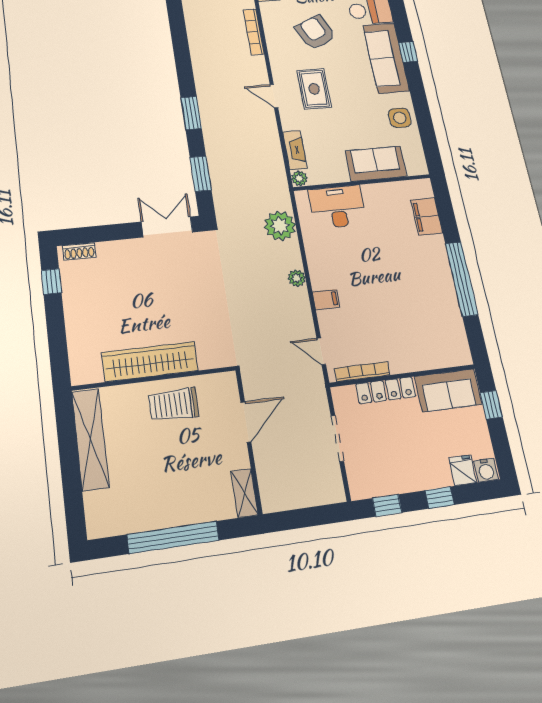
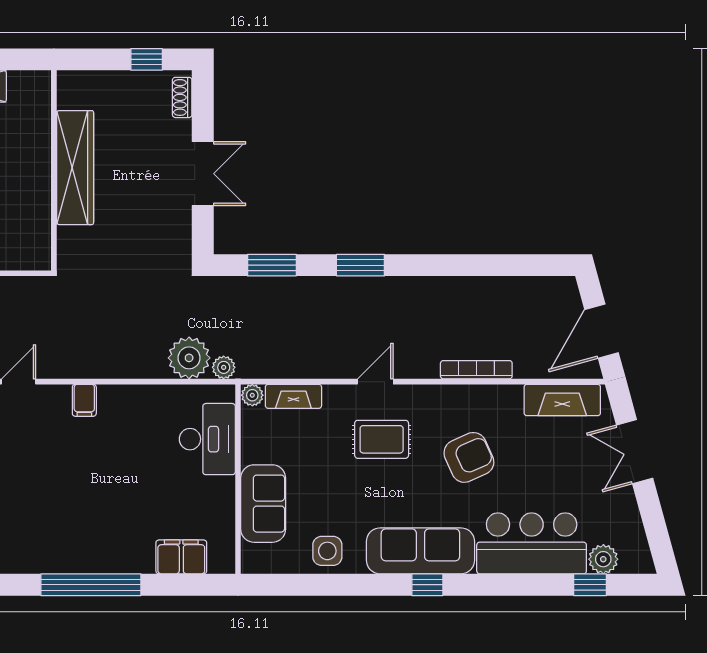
double door: (167, 227) -> (203, 174), moved
plant: (297, 278) -> (224, 367), moved
wardrobe: (150, 362) -> (75, 168), moved
wall: (154, 378) -> (54, 170), moved

